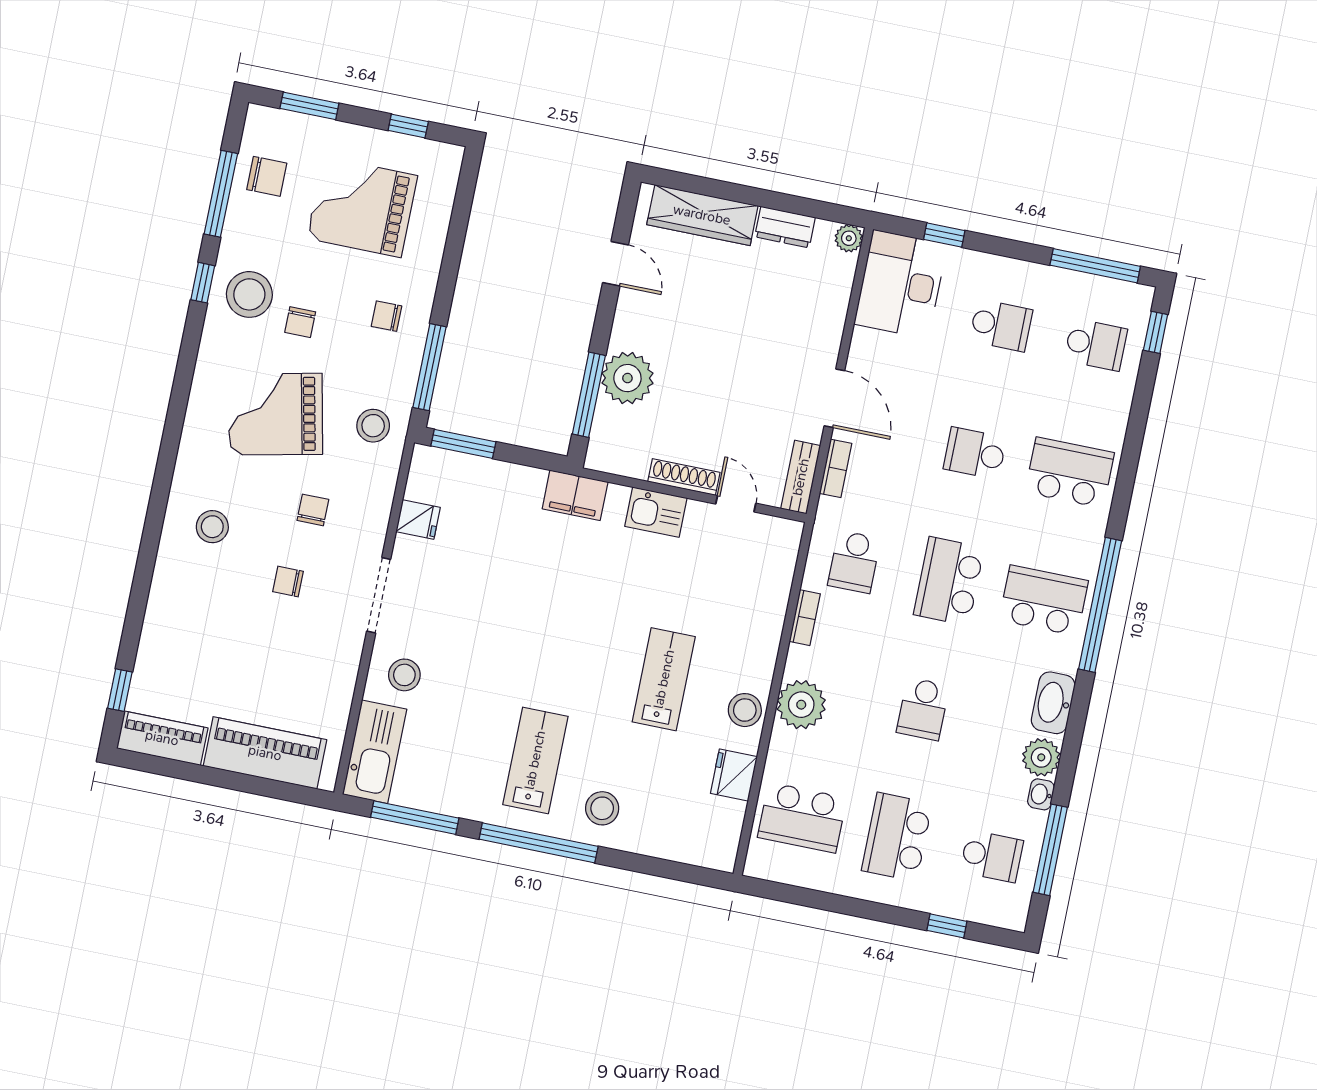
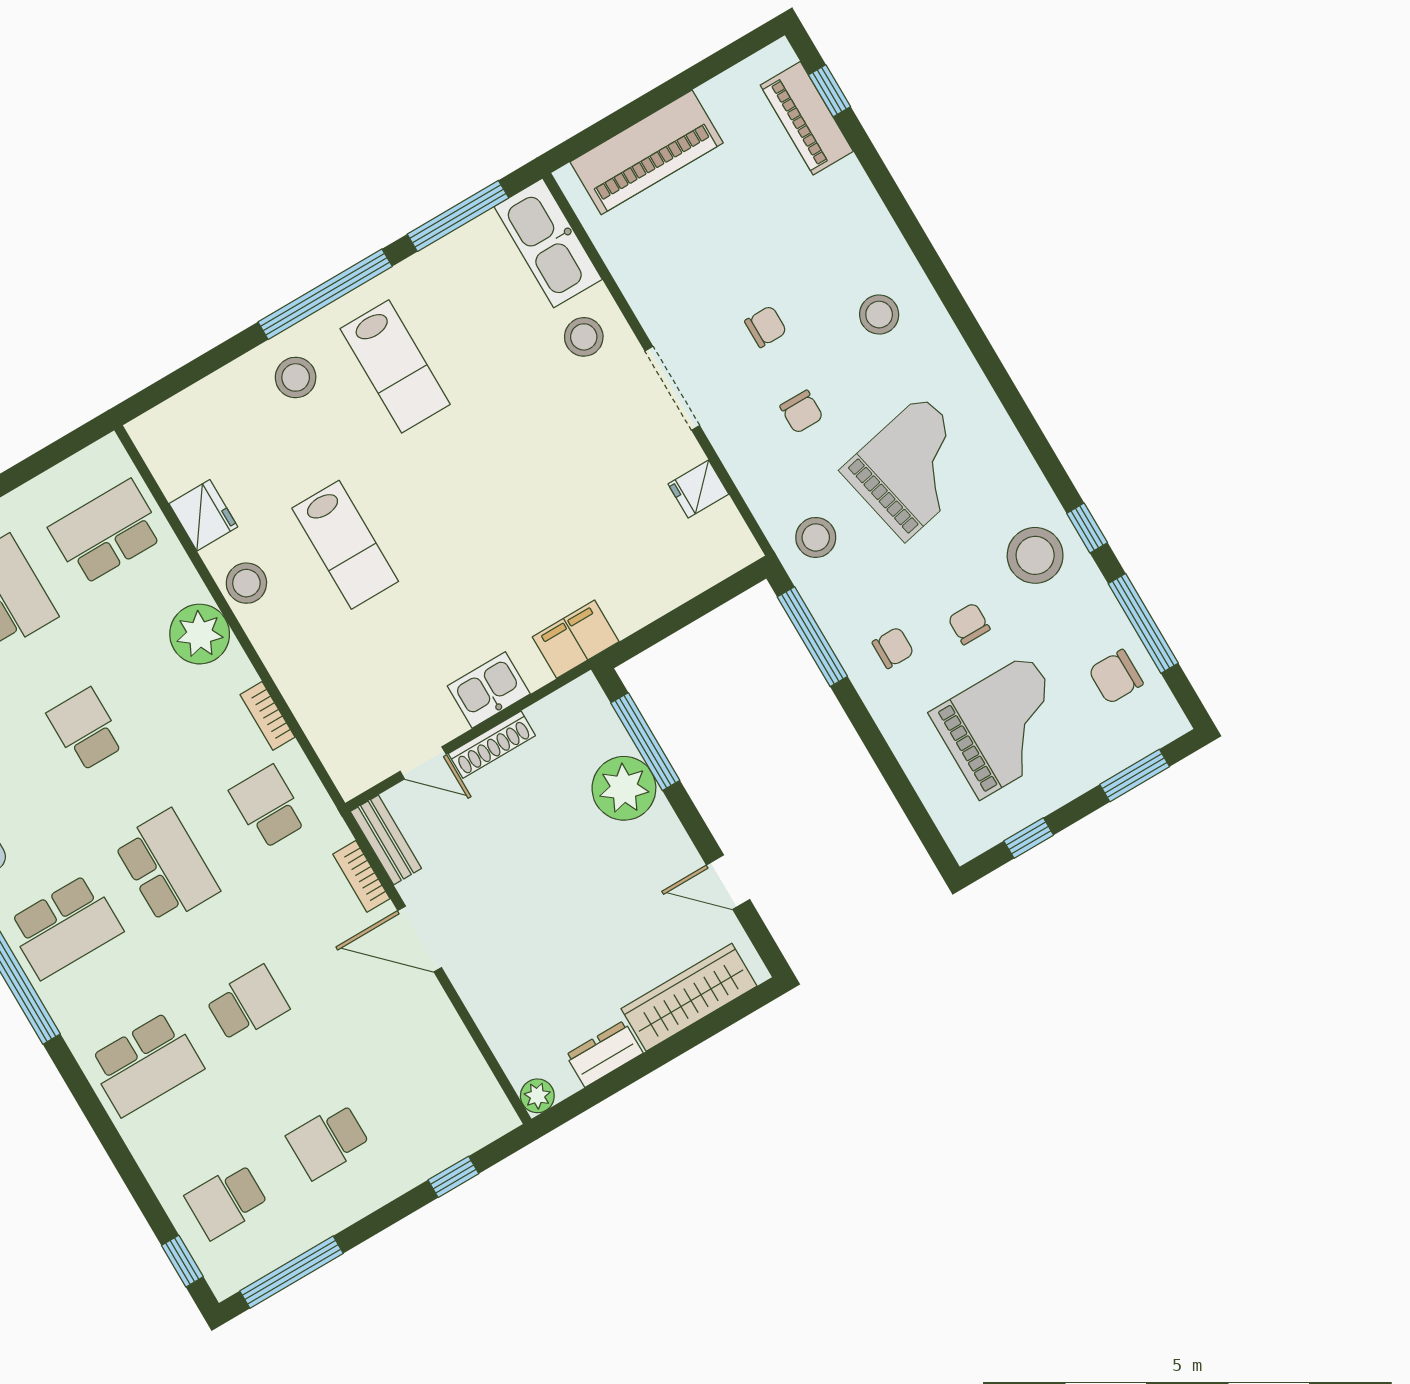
desk: (901, 284) -> (453, 1097), removed
chair: (300, 322) -> (969, 624), moved
window: (463, 444) -> (719, 595), removed
piano: (162, 738) -> (807, 118), moved, turned 90

